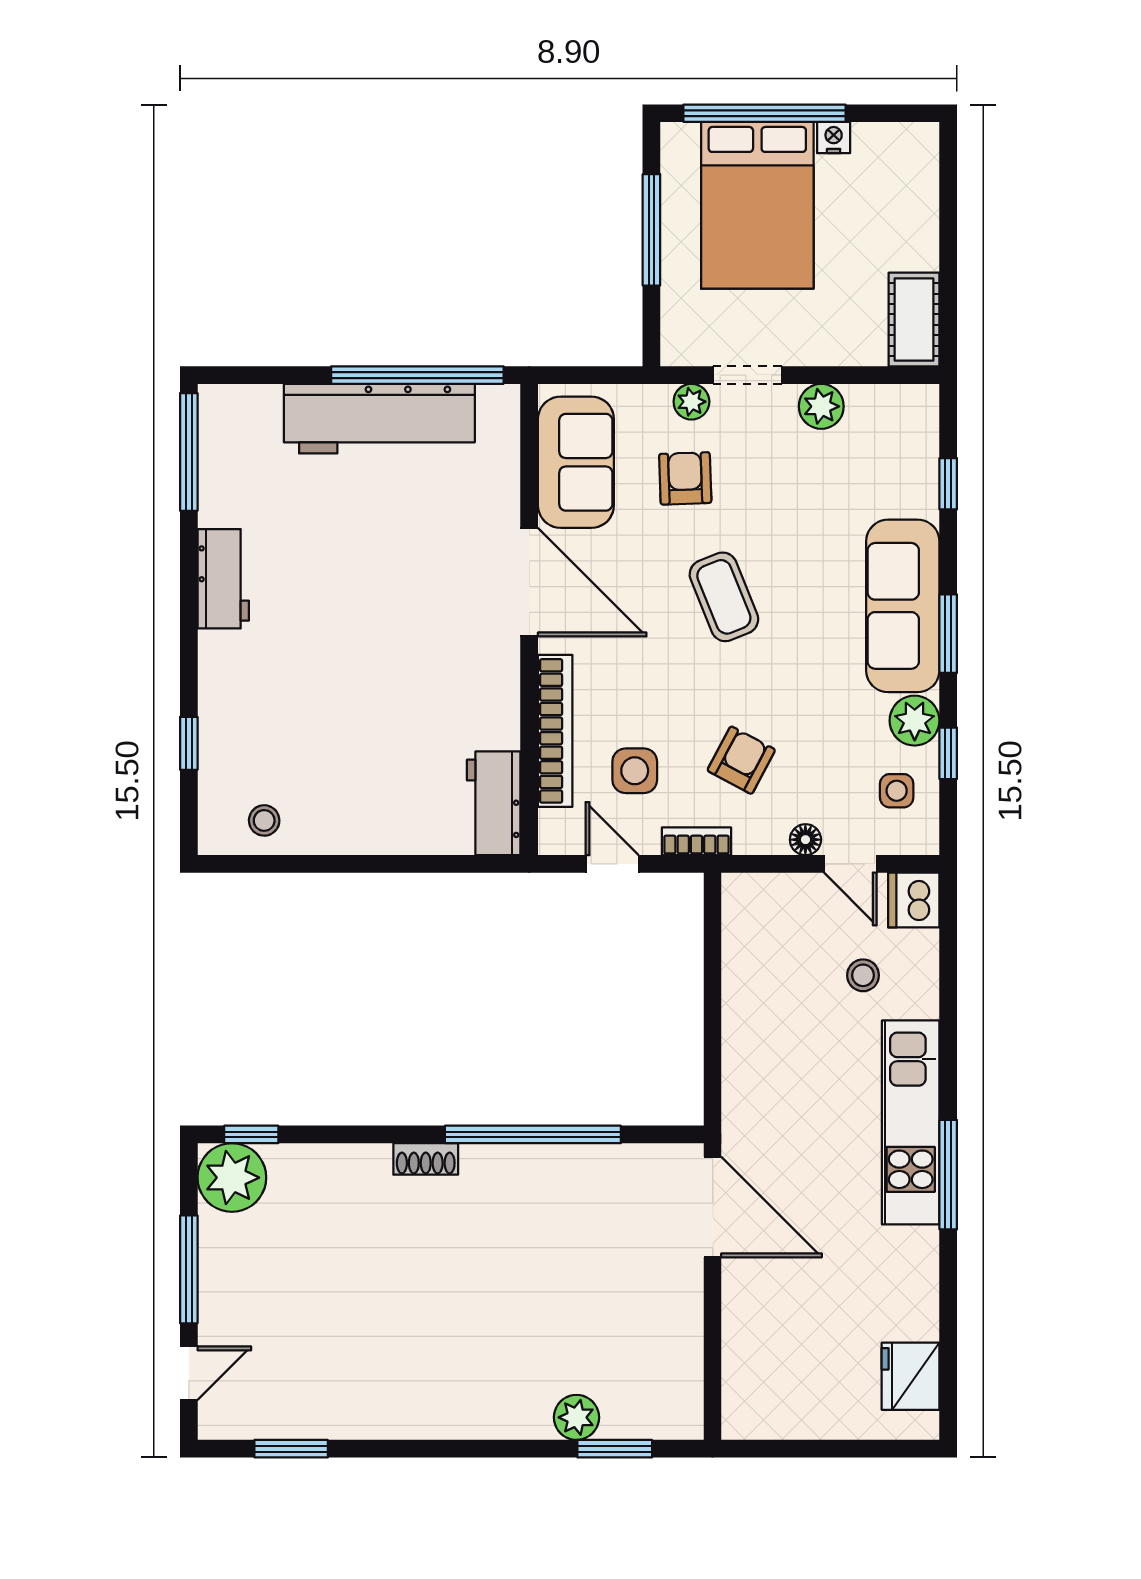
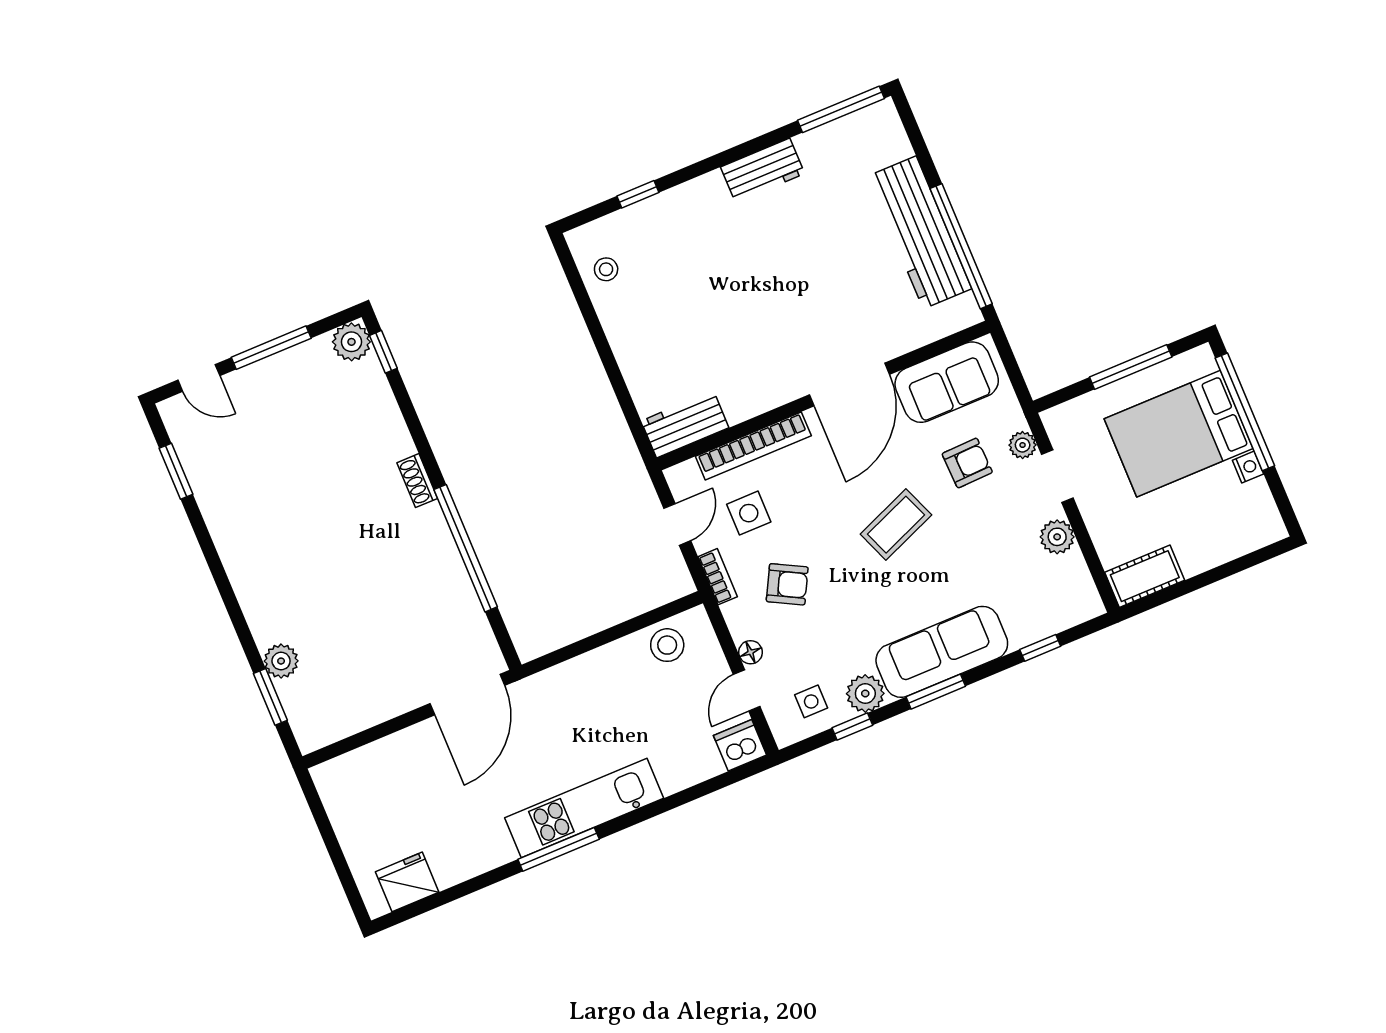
stool: (863, 975) -> (667, 645), moved, width x1.37, depth x1.37
plant: (232, 1178) -> (351, 342), width x0.73, depth x0.73

